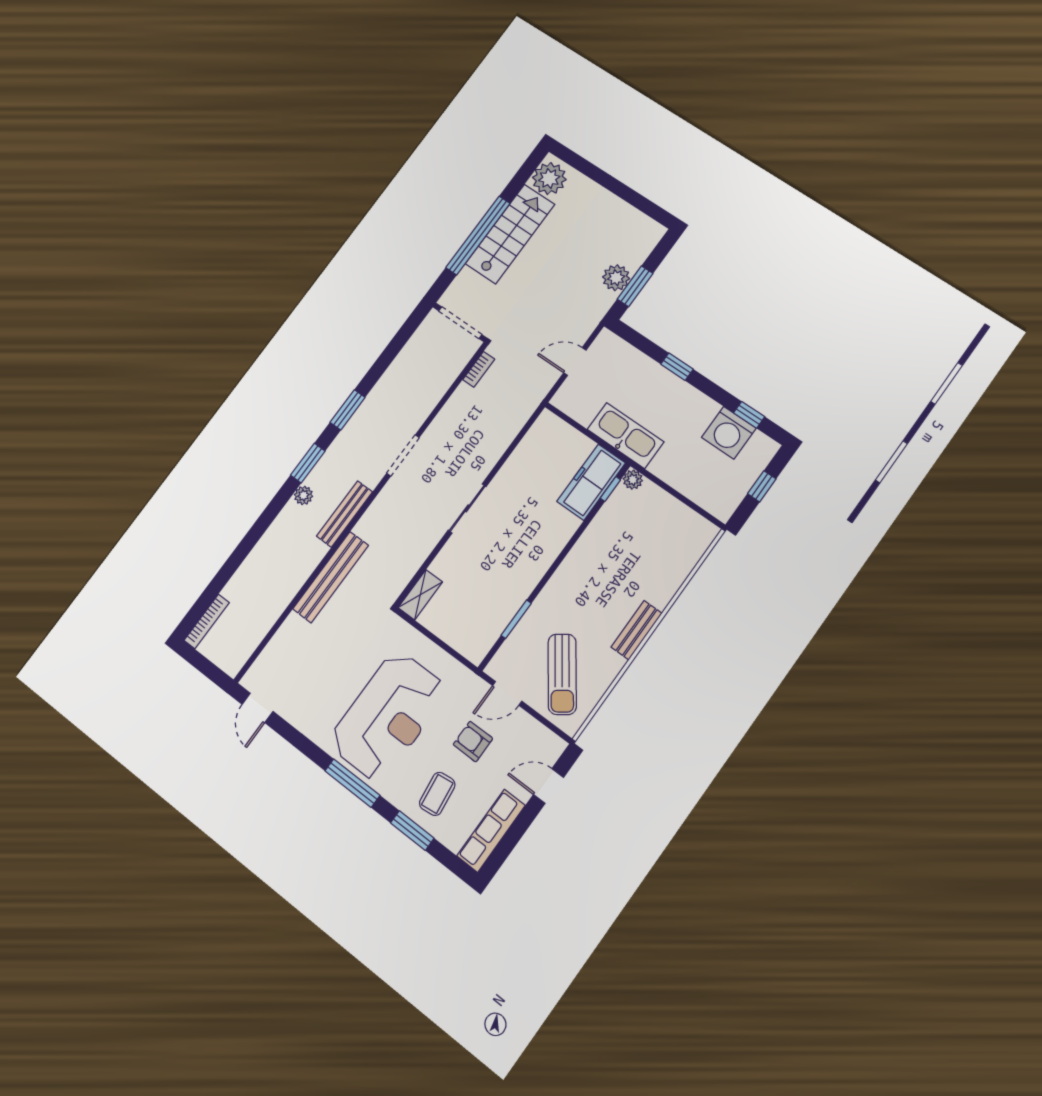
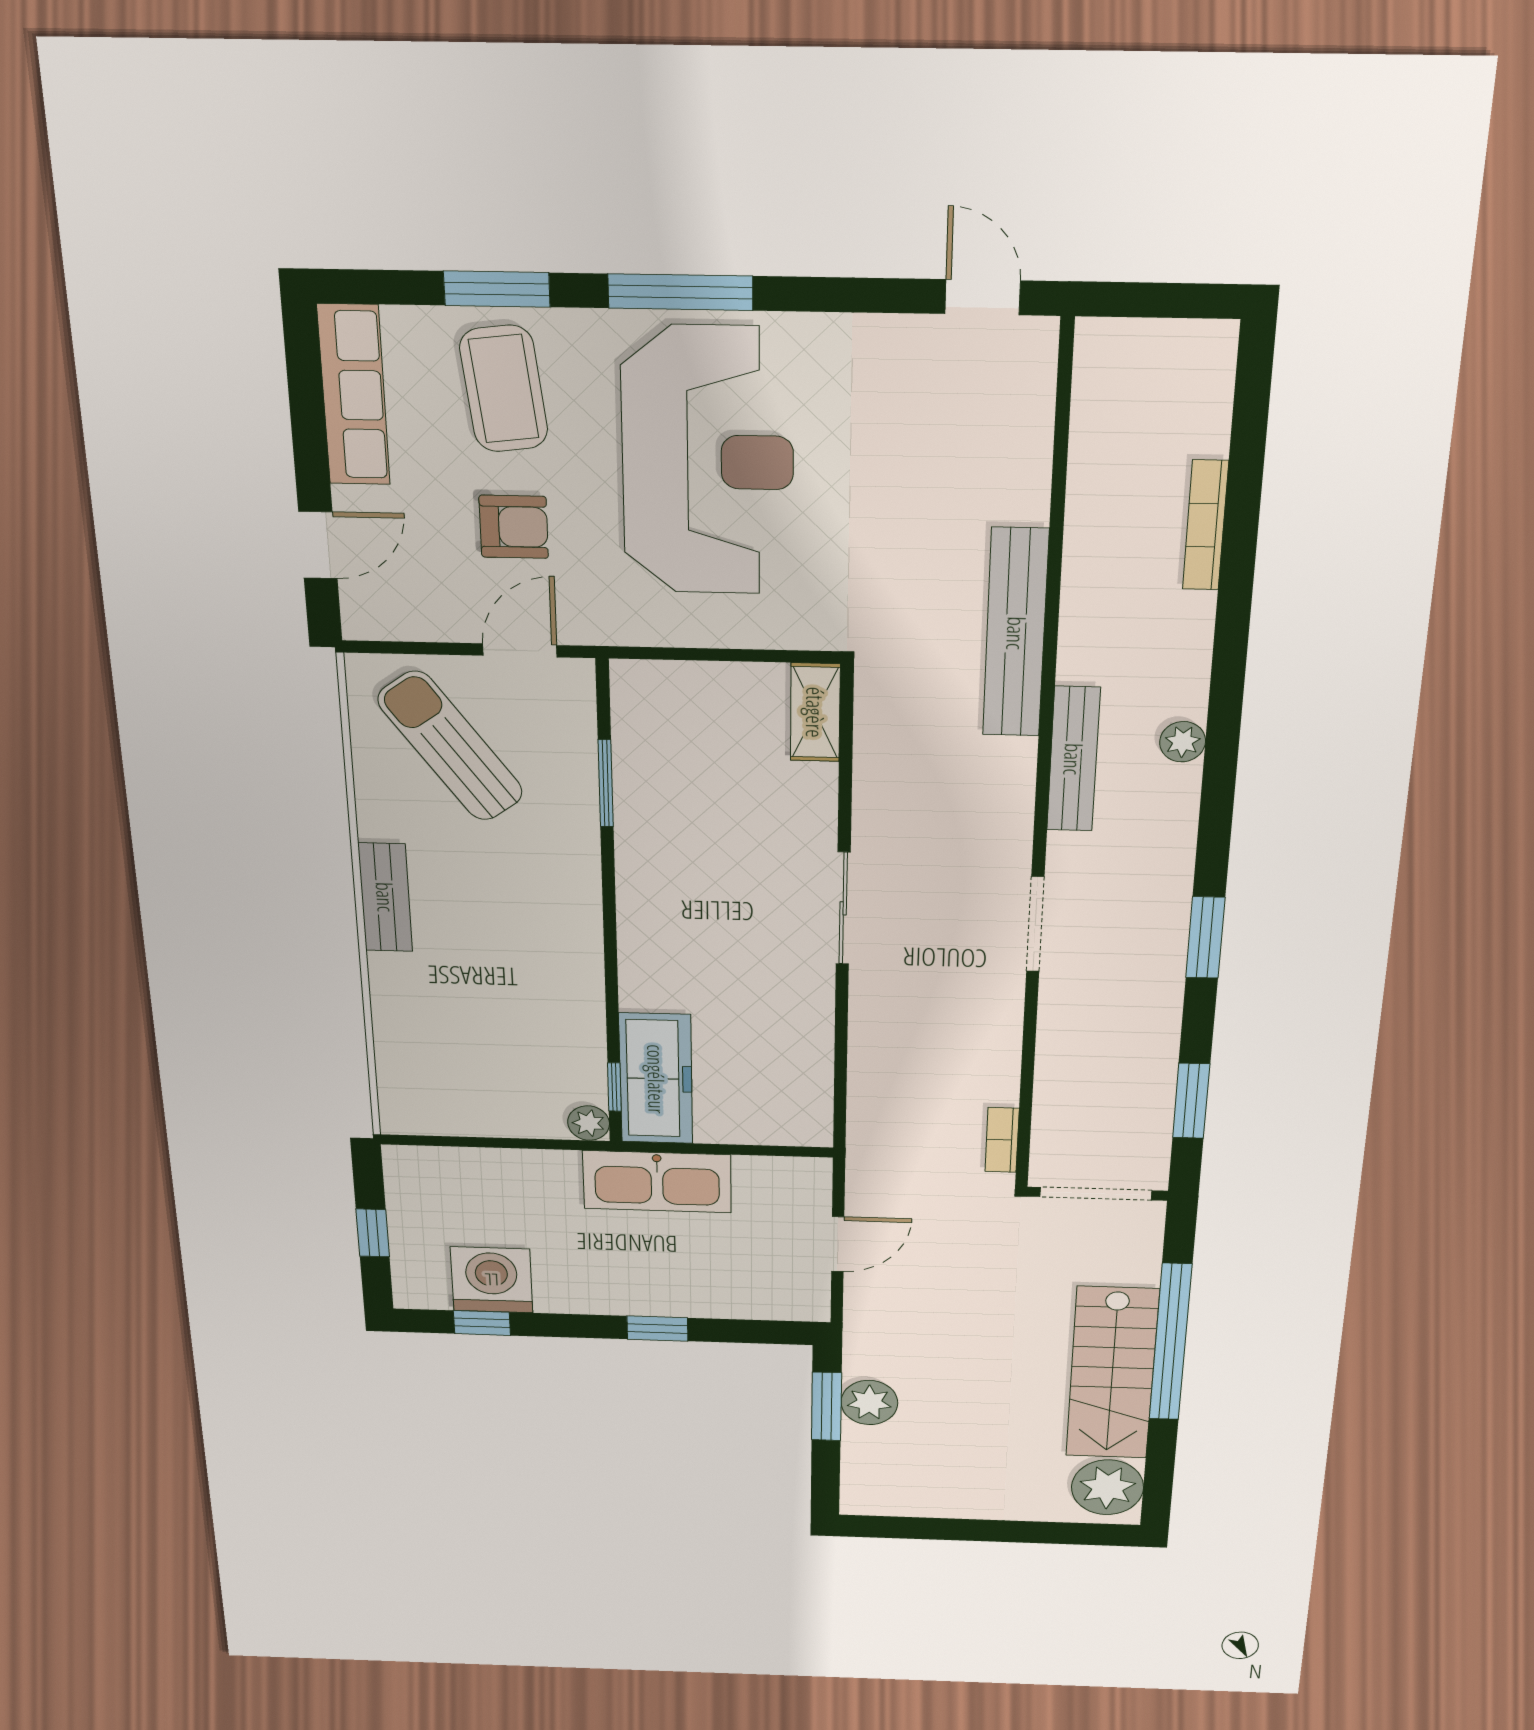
window: (308, 463) -> (1191, 1101), moved
bookcase: (207, 621) -> (1205, 525), moved
reception desk: (388, 716) -> (708, 462), turned 180
coffee table: (437, 794) -> (504, 389), width x1.36, depth x1.30

